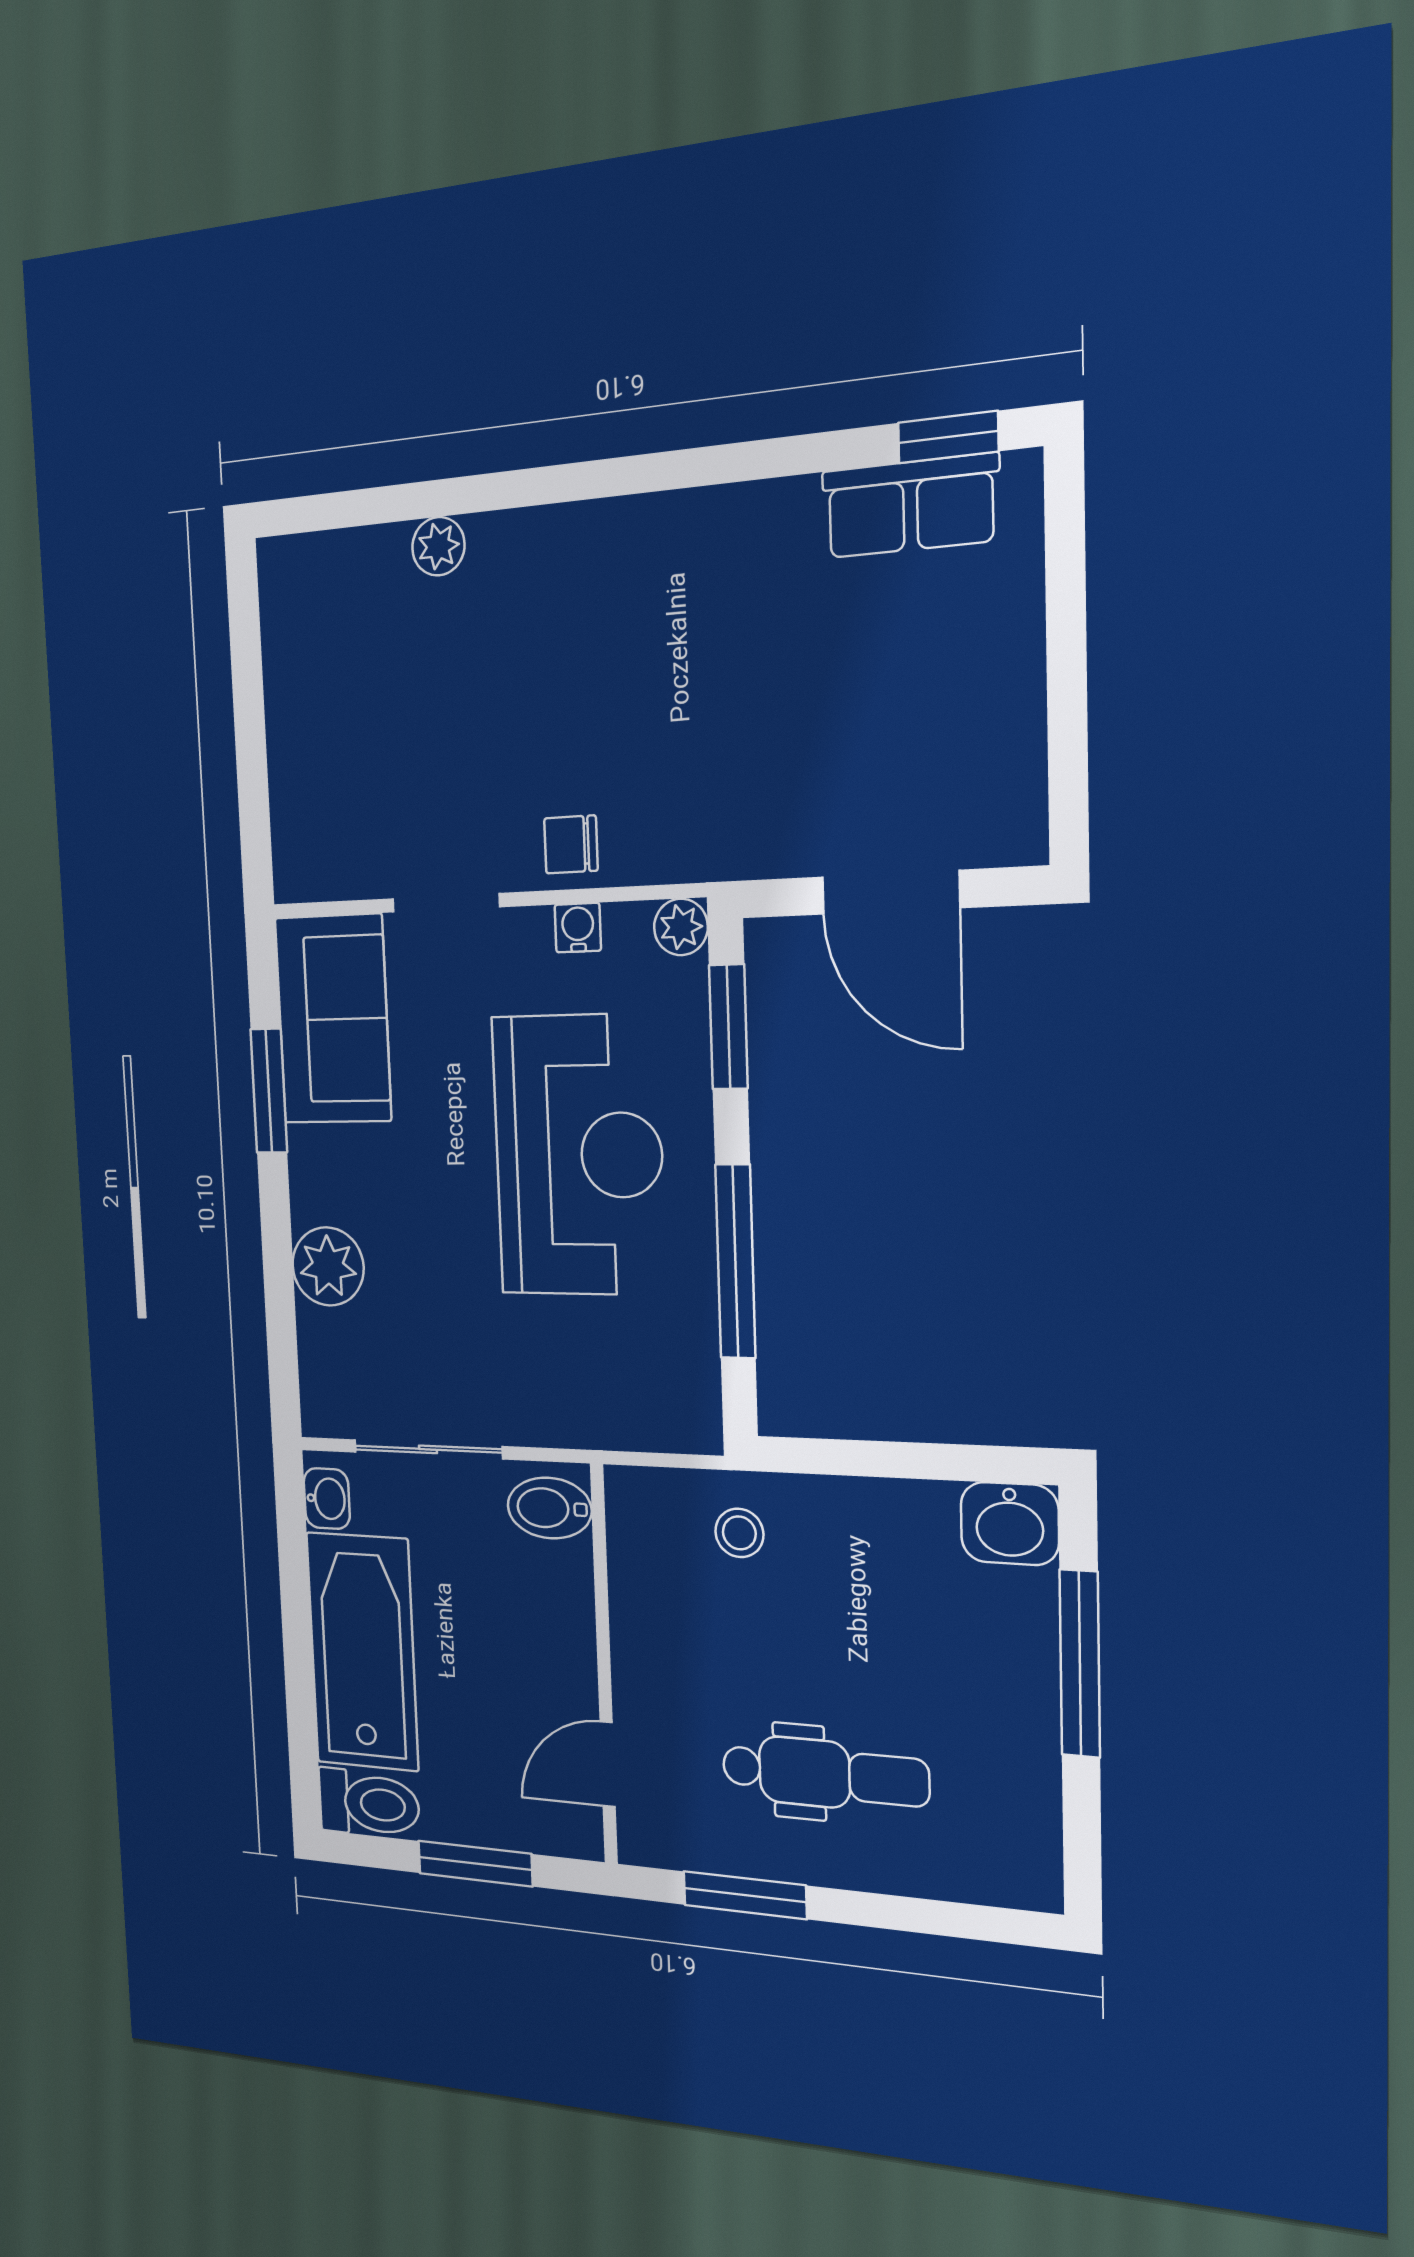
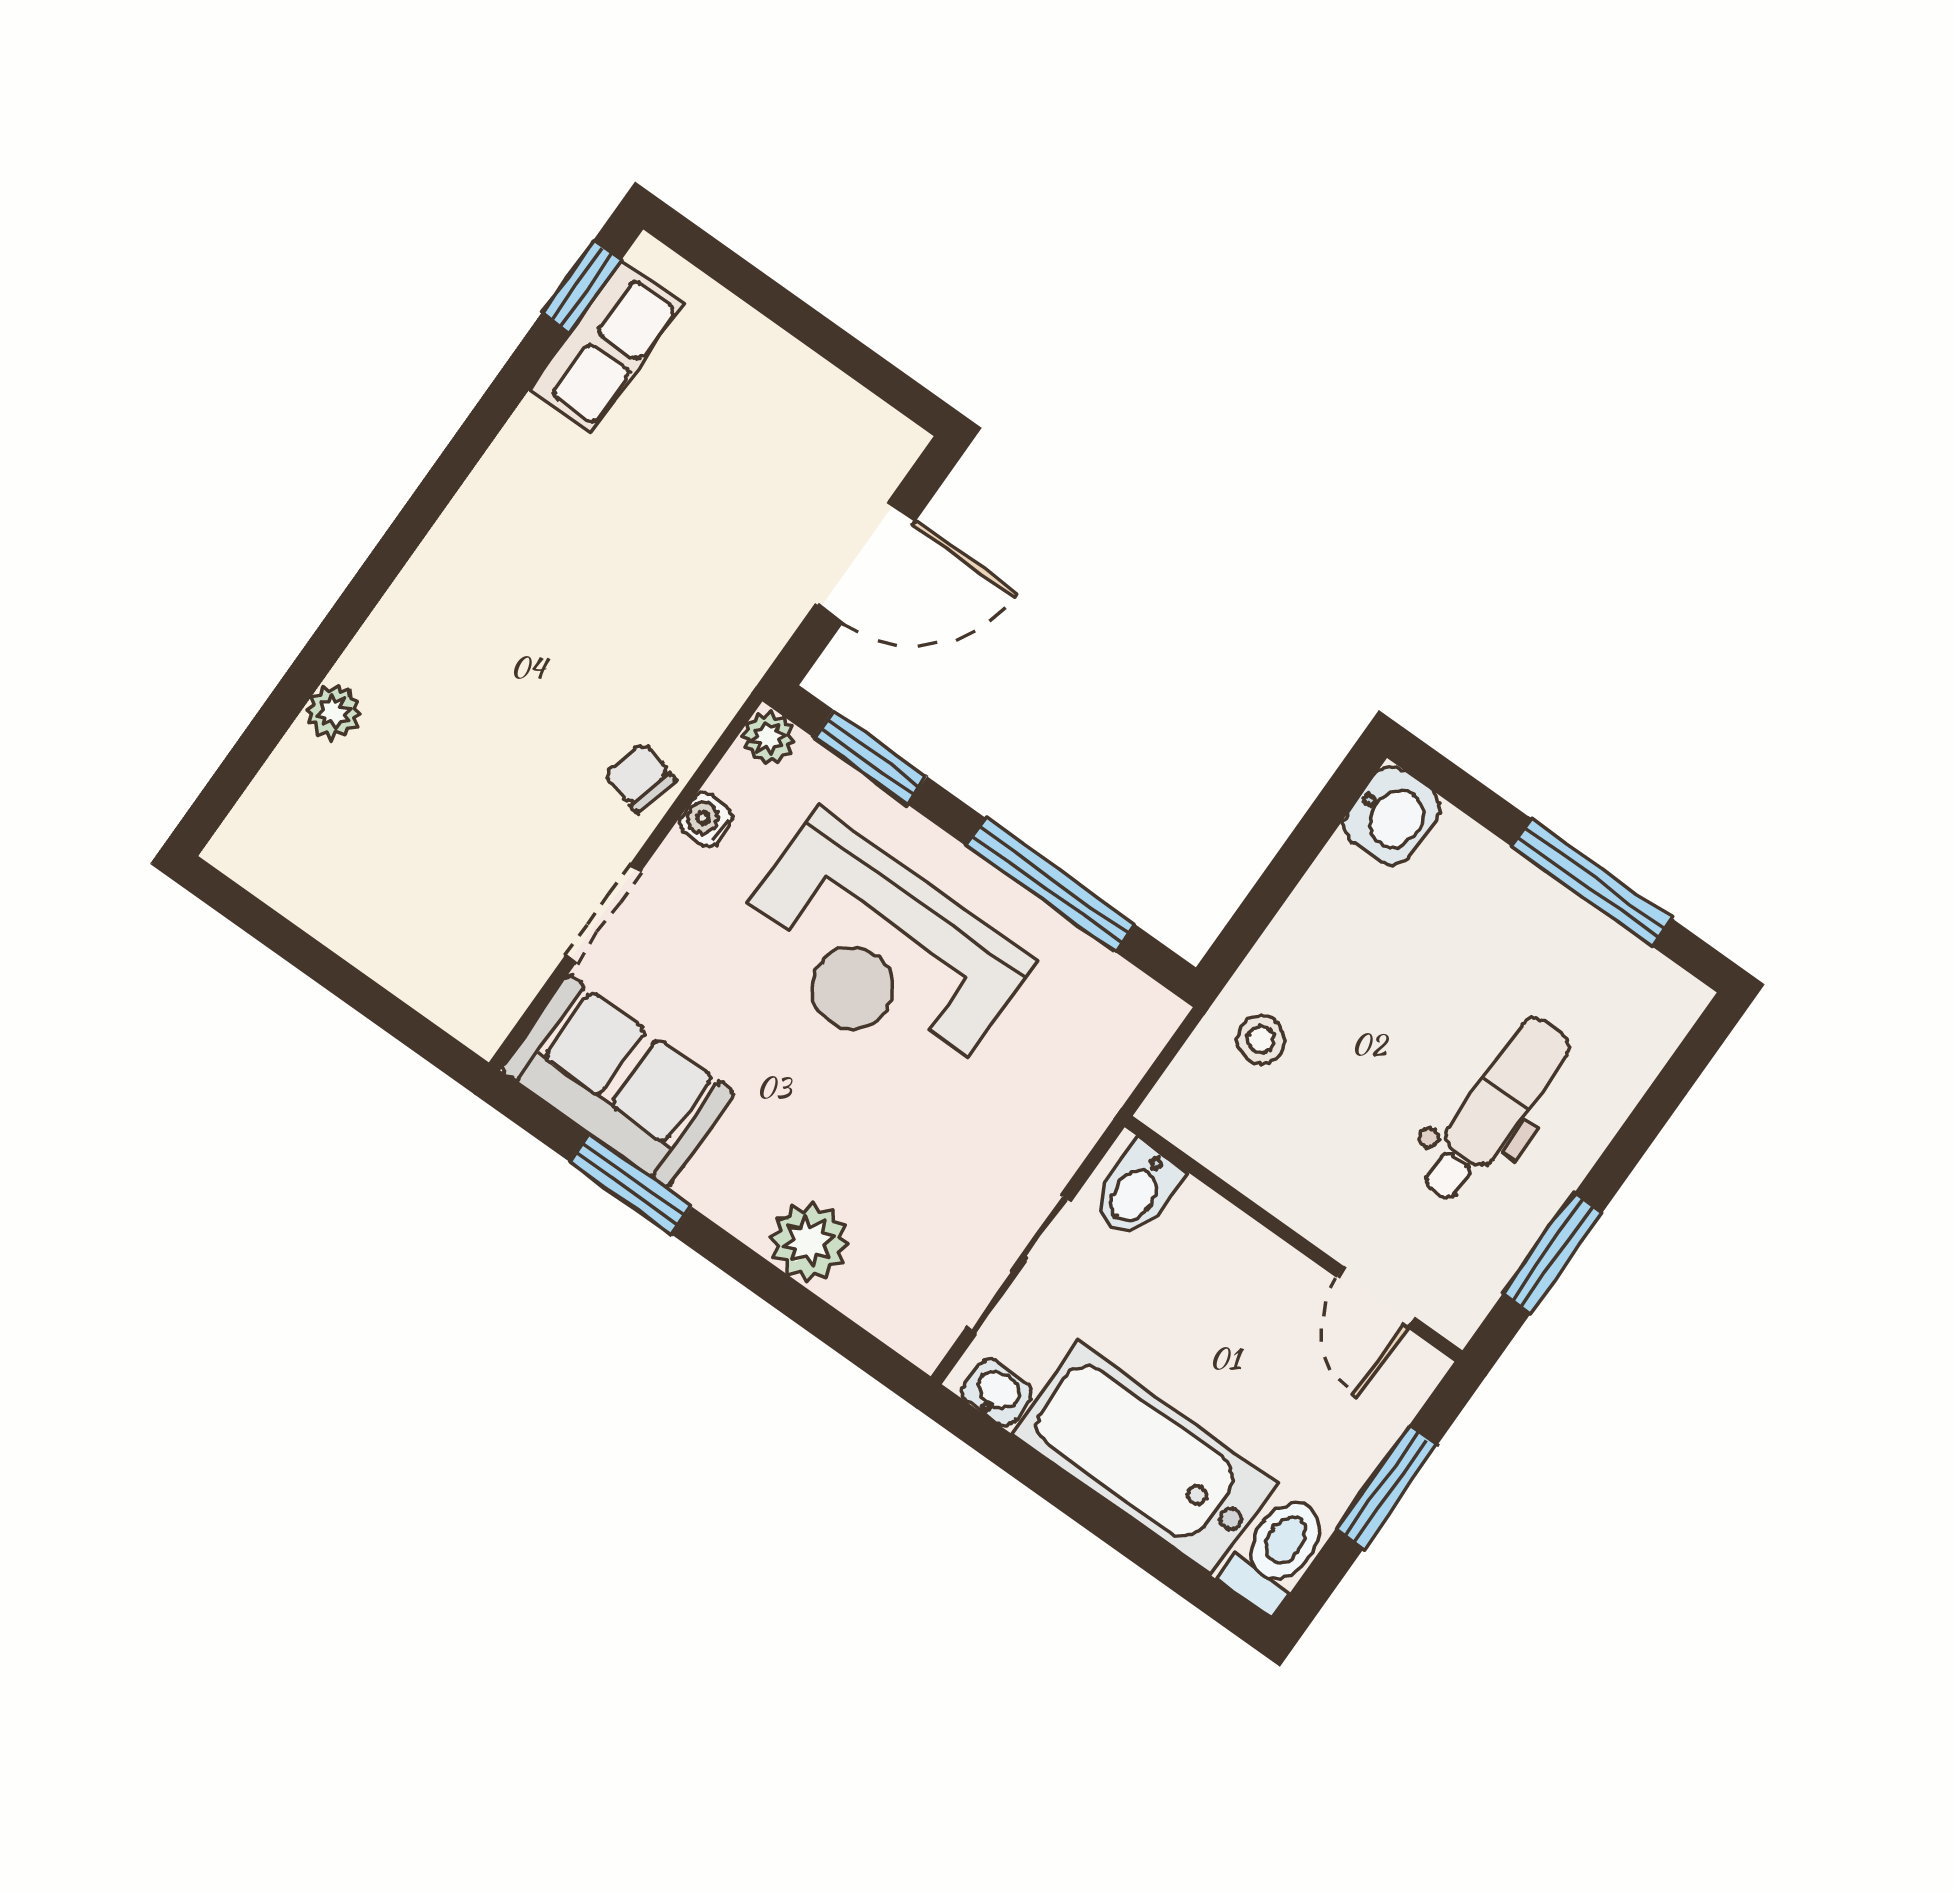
chair: (571, 844) -> (640, 777), turned 104
reception desk: (579, 1155) -> (878, 952), turned 180
window: (1080, 1664) -> (1592, 882), moved

